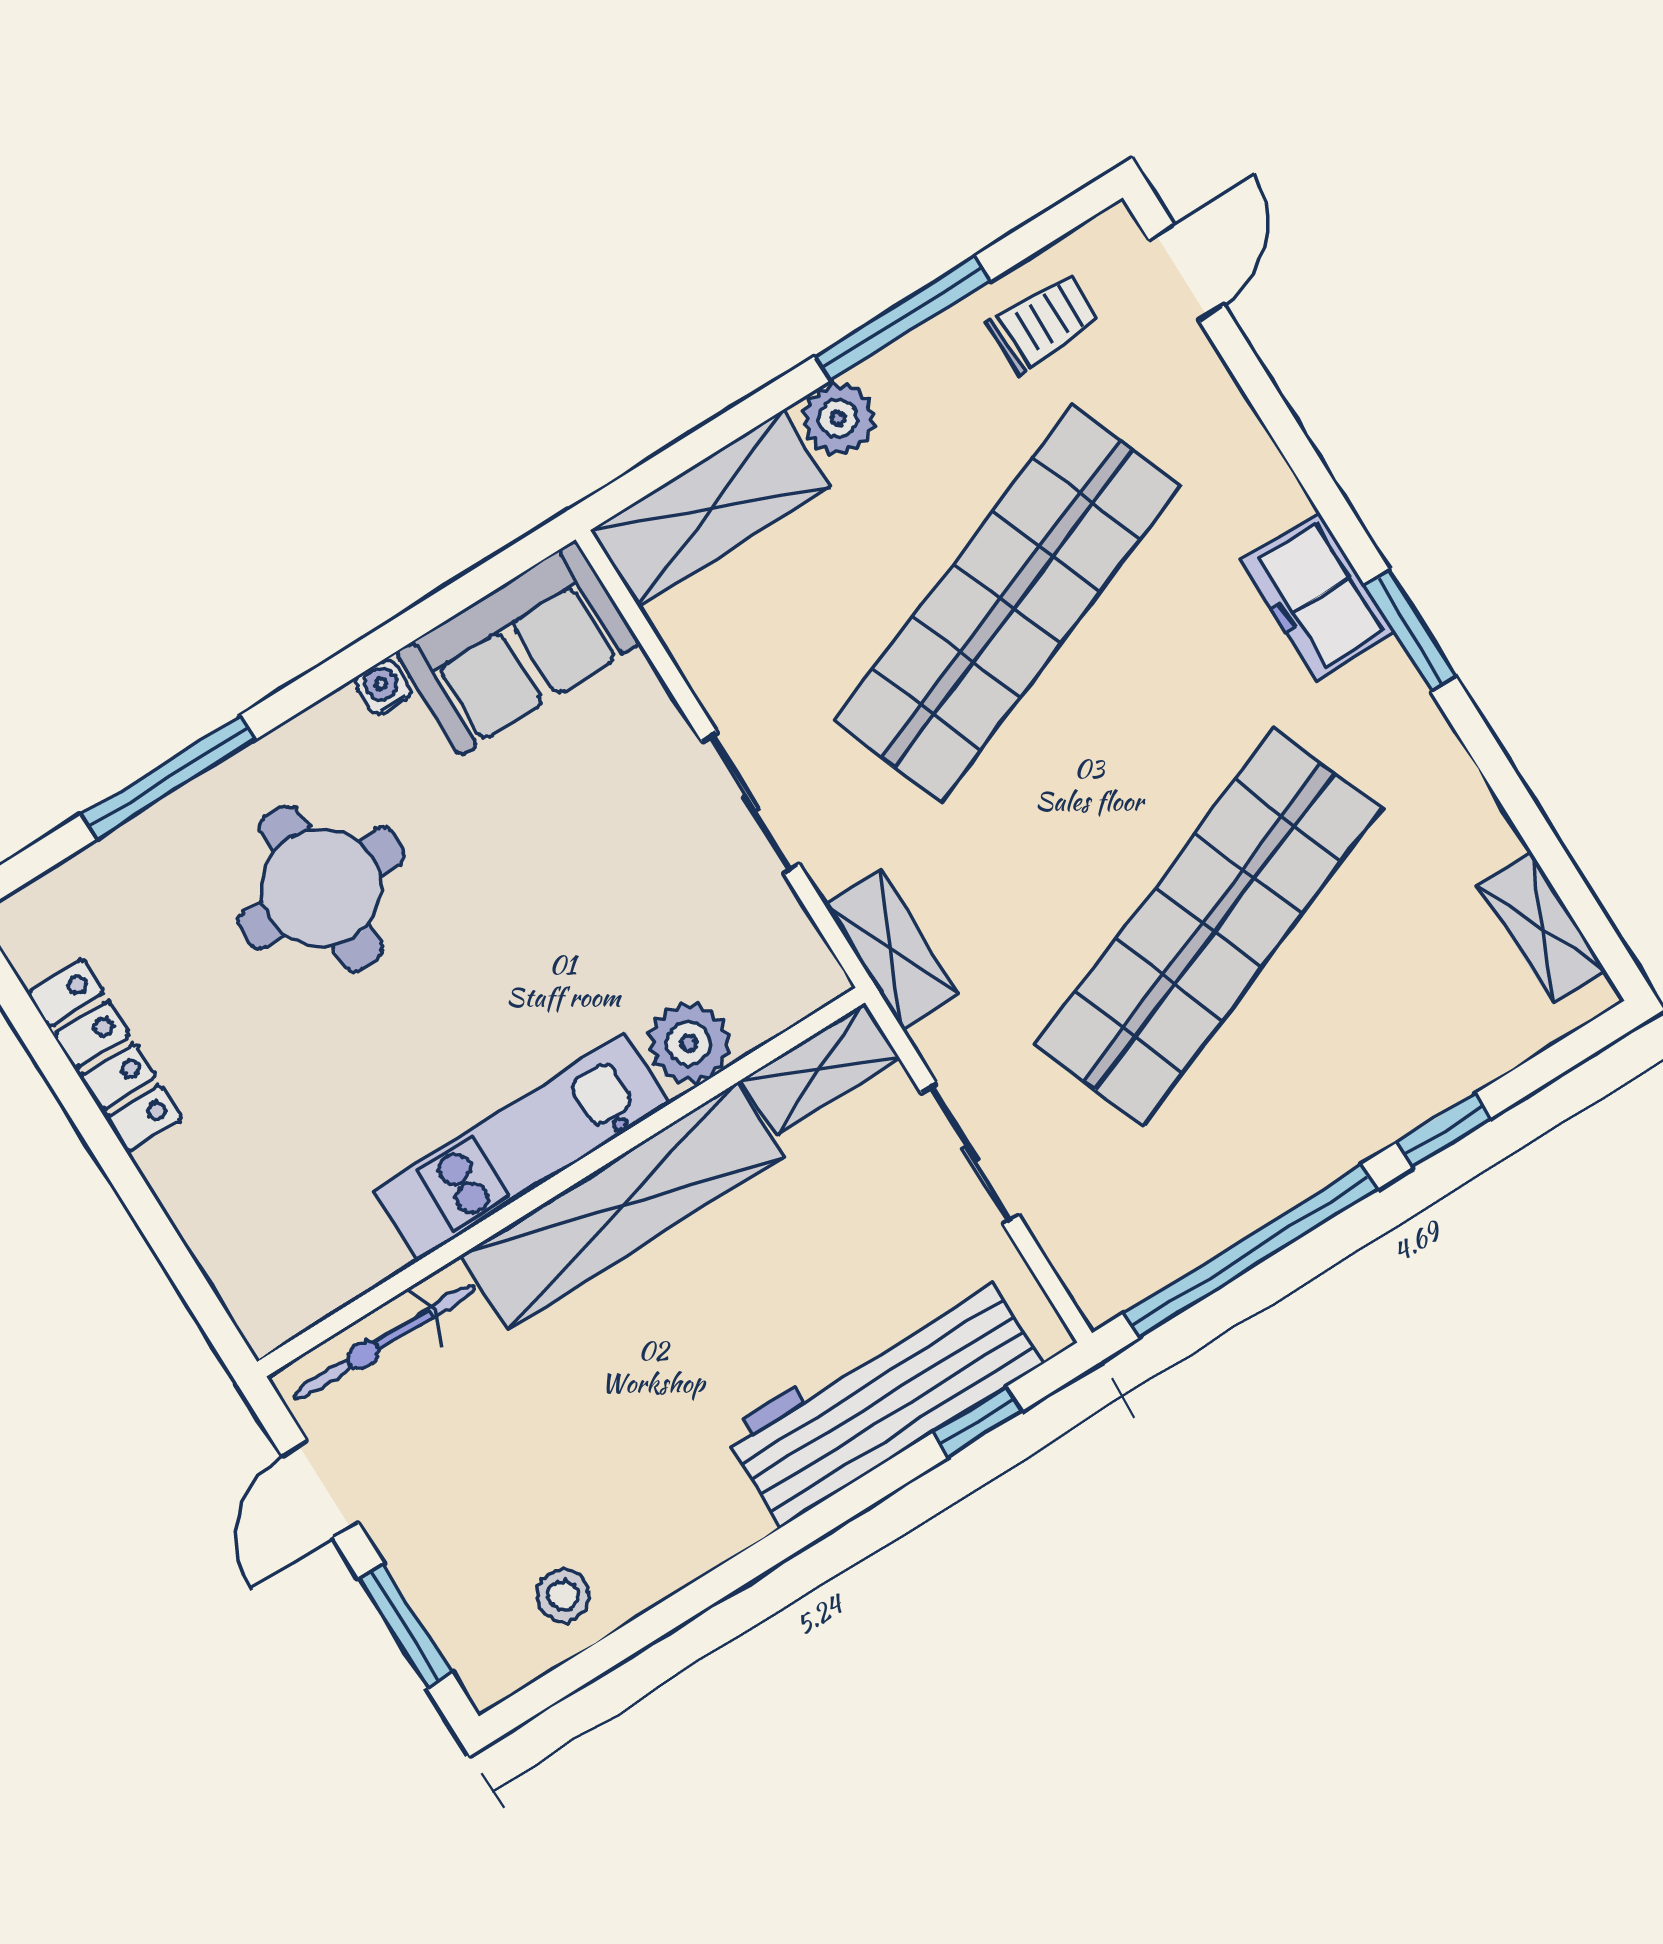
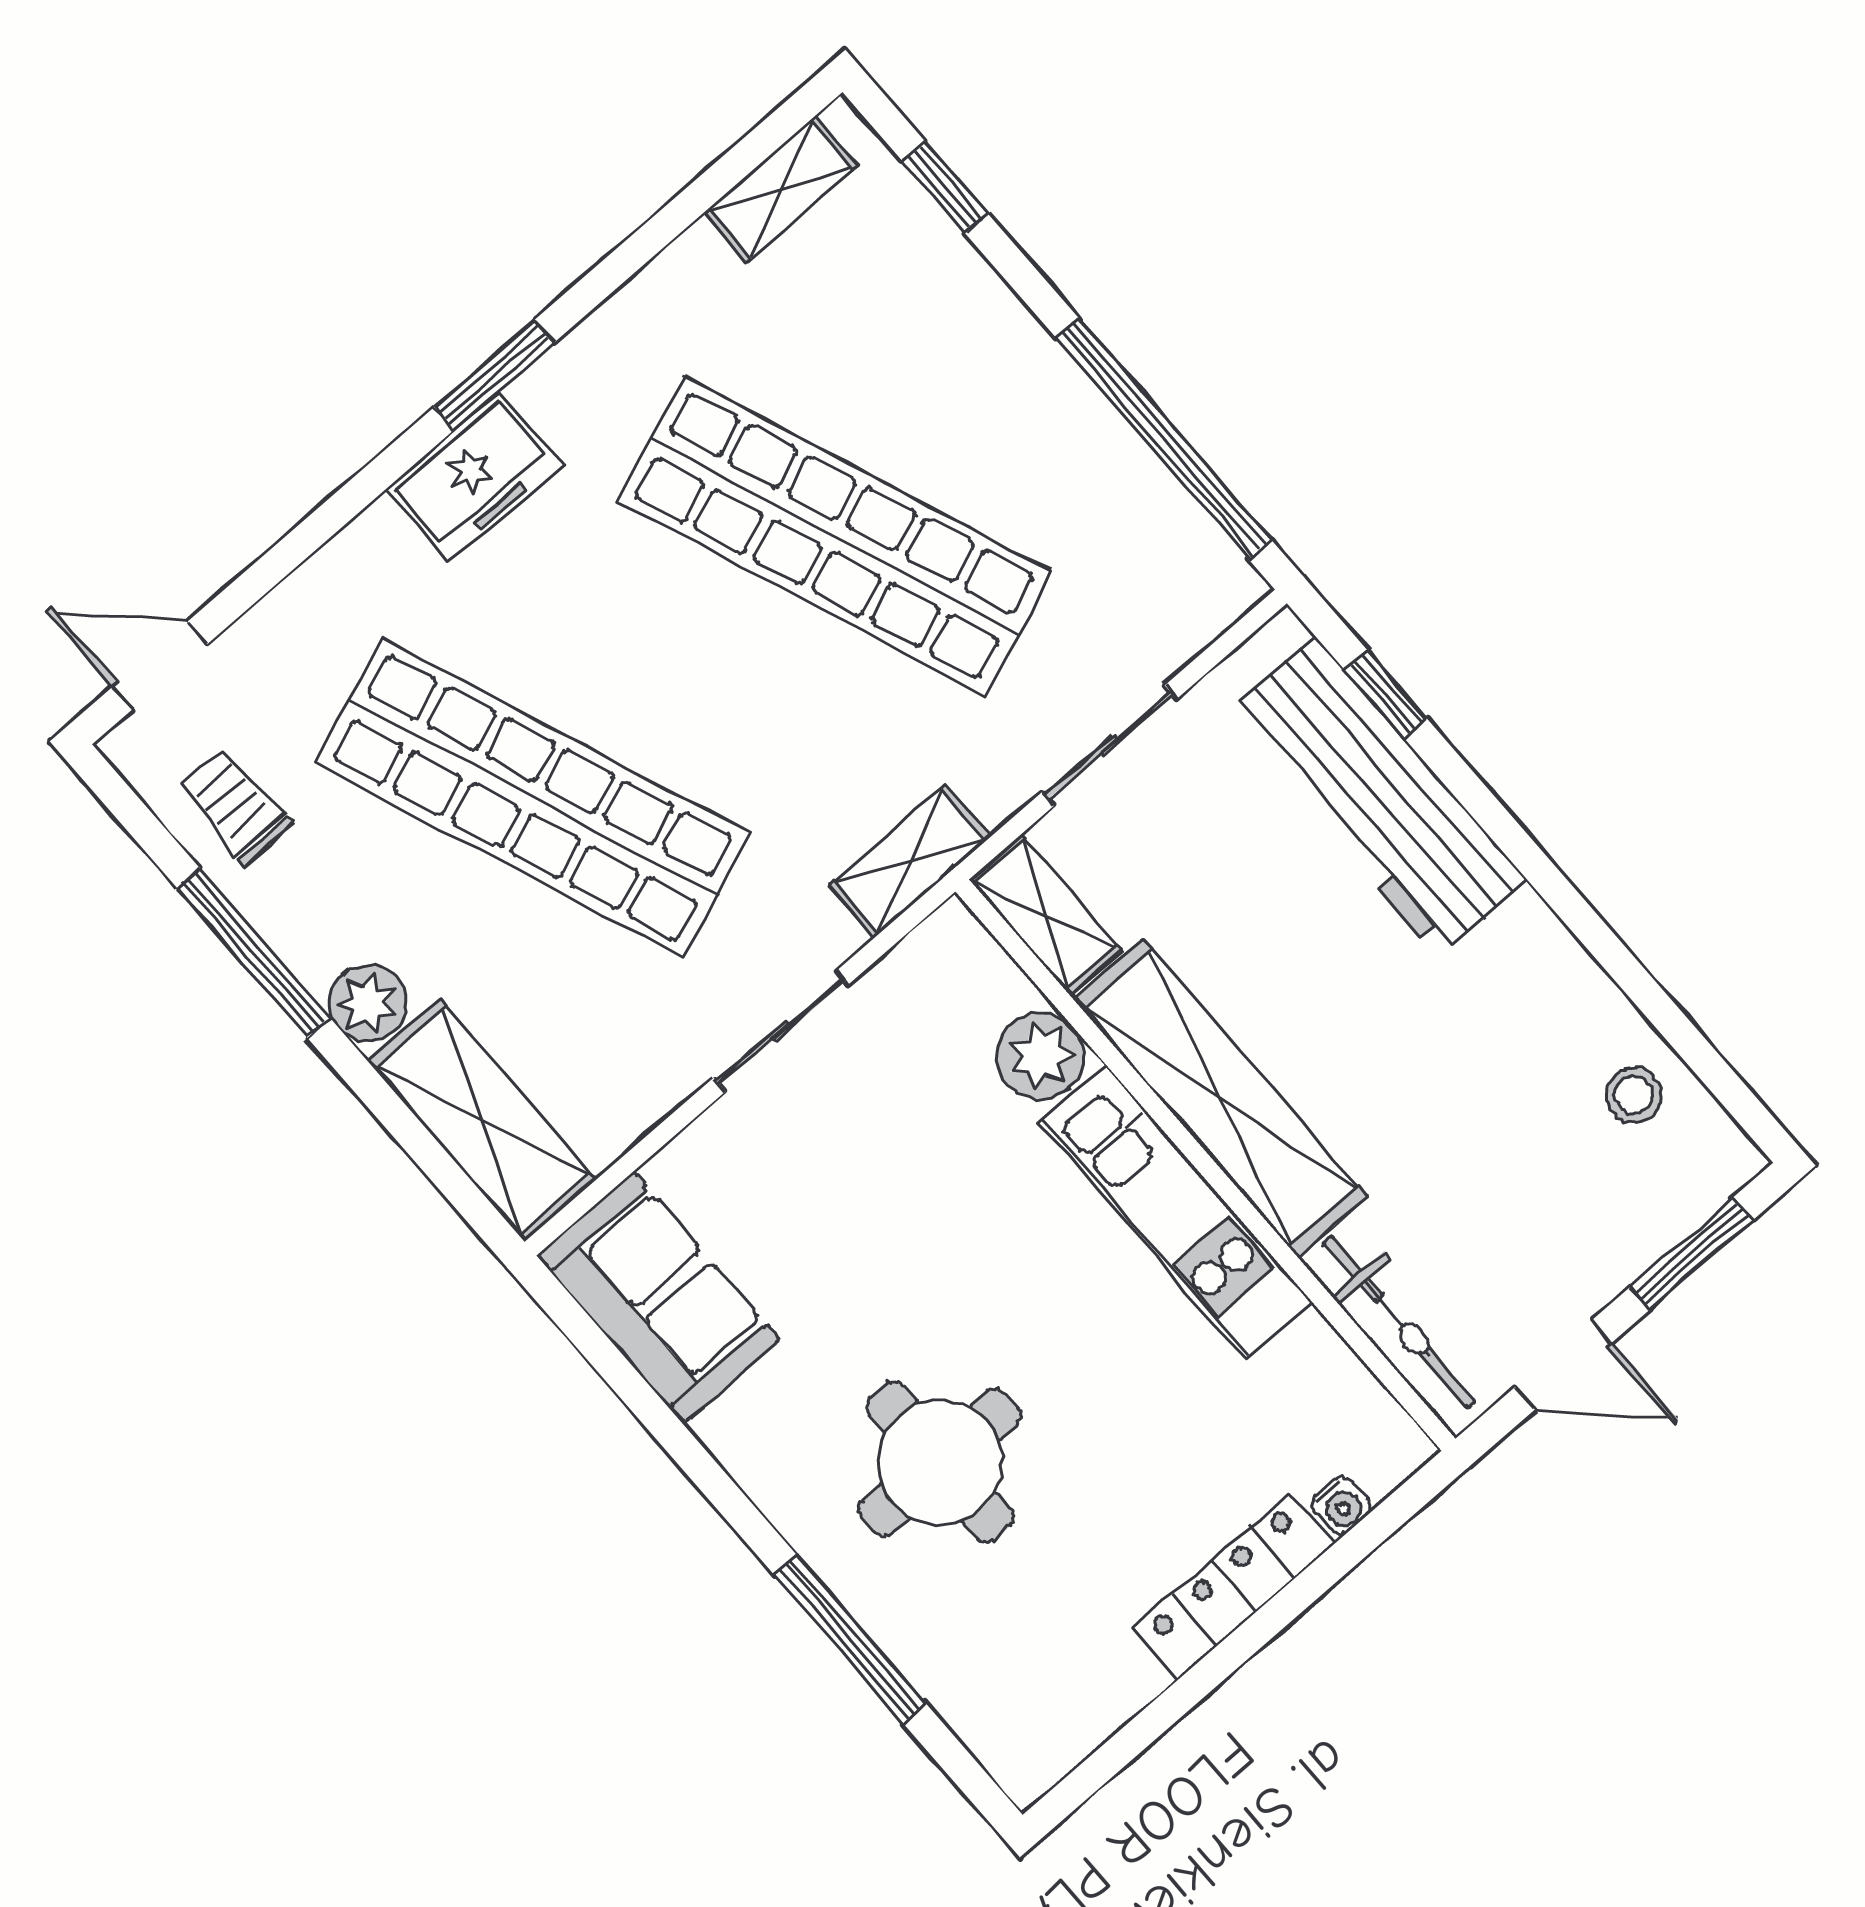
water cooler: (383, 687) -> (1341, 1506), moved, turned -90
locker: (105, 1056) -> (1233, 1586), moved
window: (1444, 1130) -> (945, 187), moved

